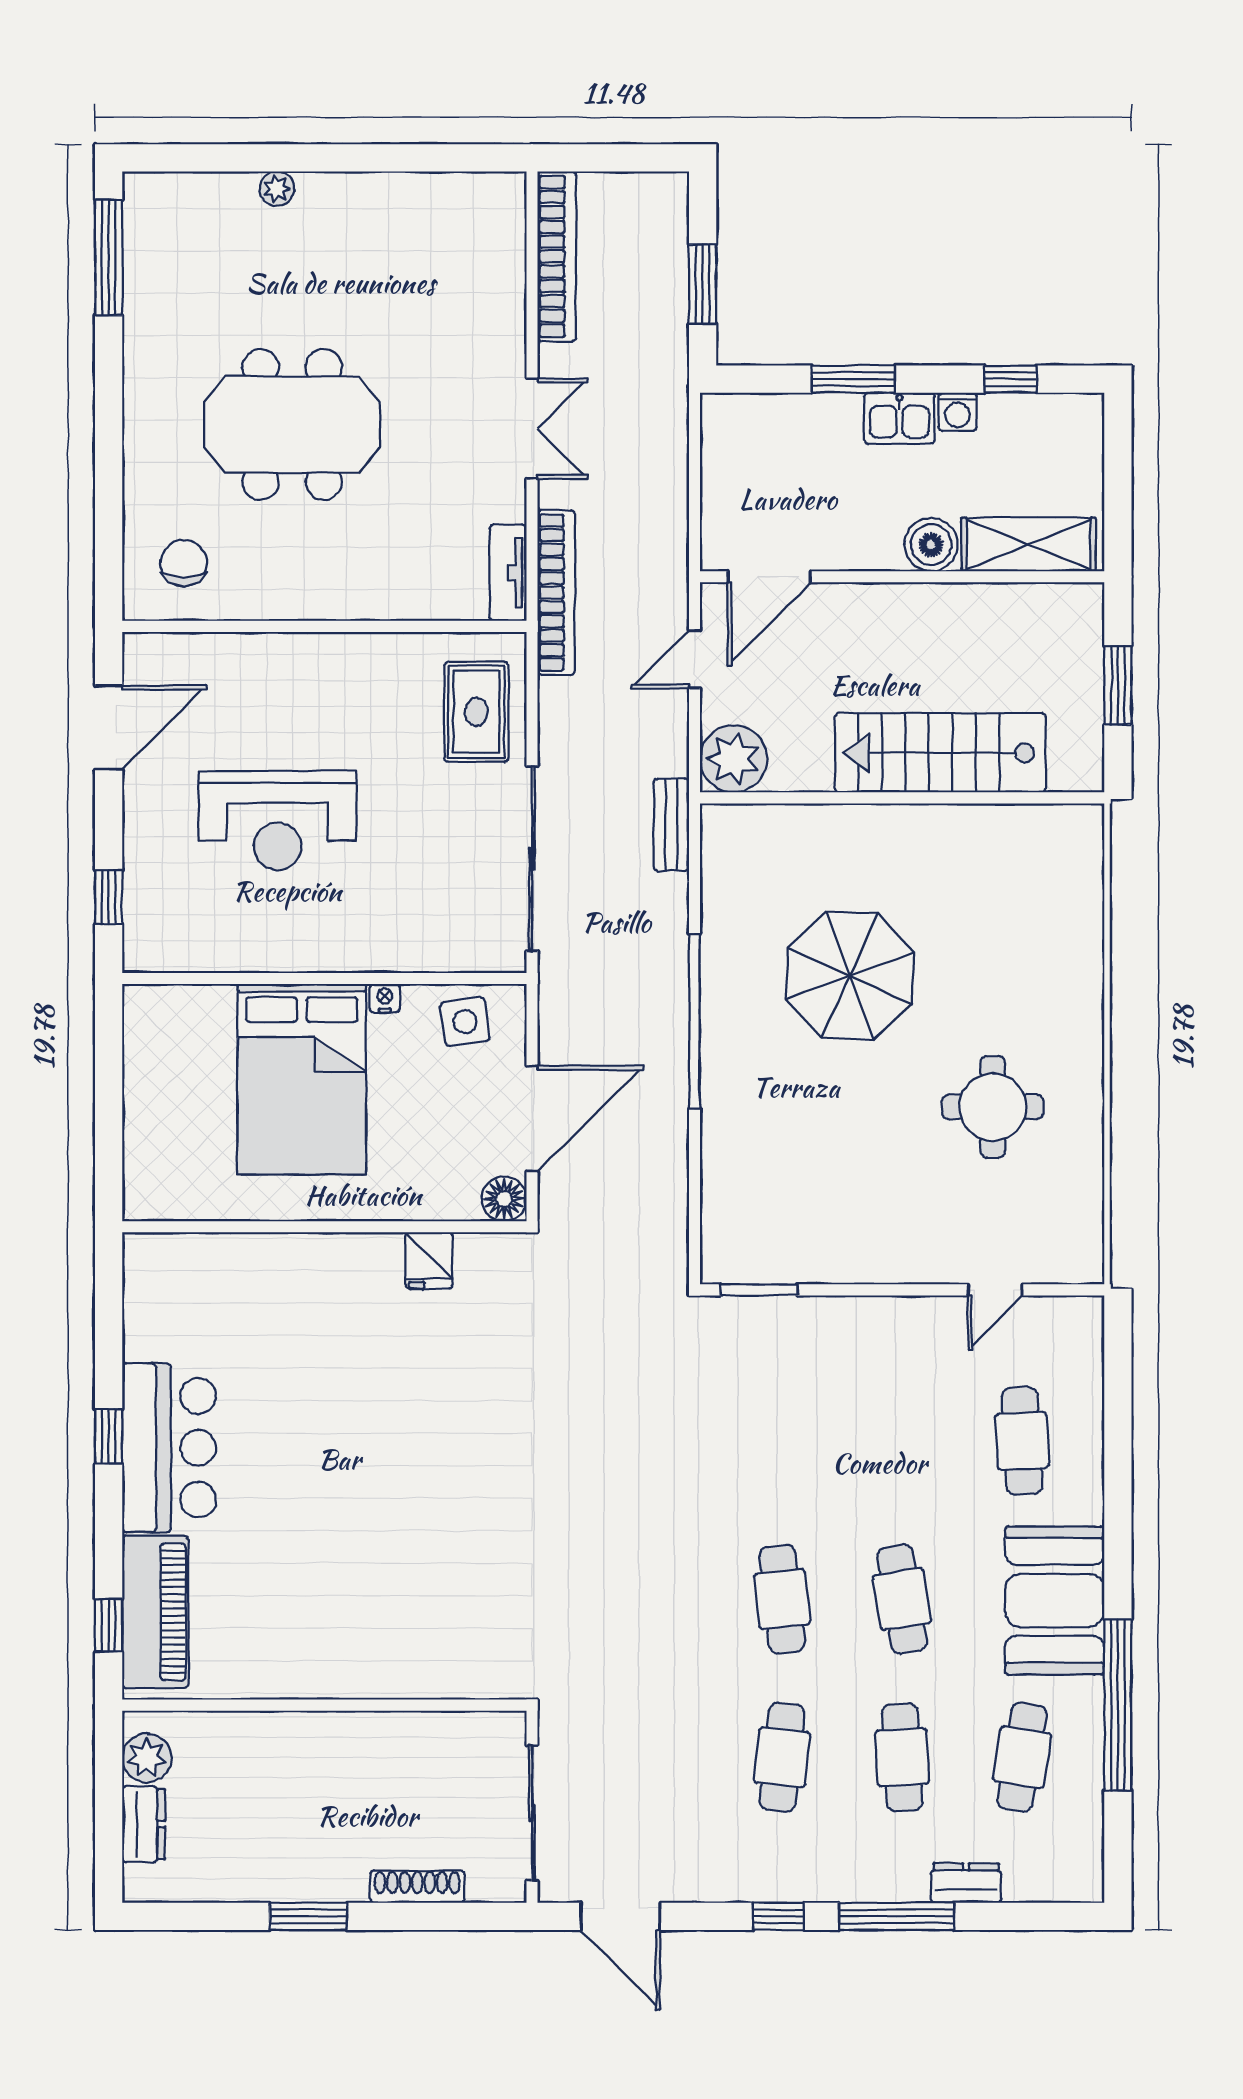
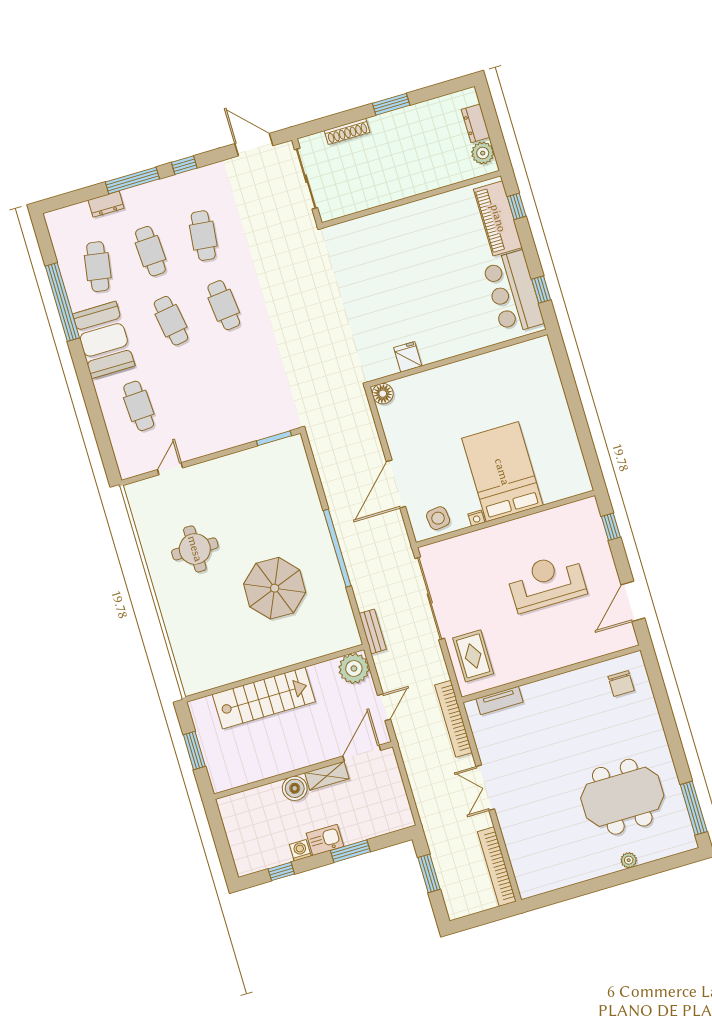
meeting table: (292, 425) -> (622, 797), moved
shelving: (1029, 544) -> (327, 776), moved, width x0.67, depth x0.75
tv unit: (508, 573) -> (499, 700), moved, turned 90
floor lamp: (504, 1199) -> (383, 394), moved
wall: (324, 1227) -> (458, 358), moved
fridge: (429, 1260) -> (408, 357), moved

